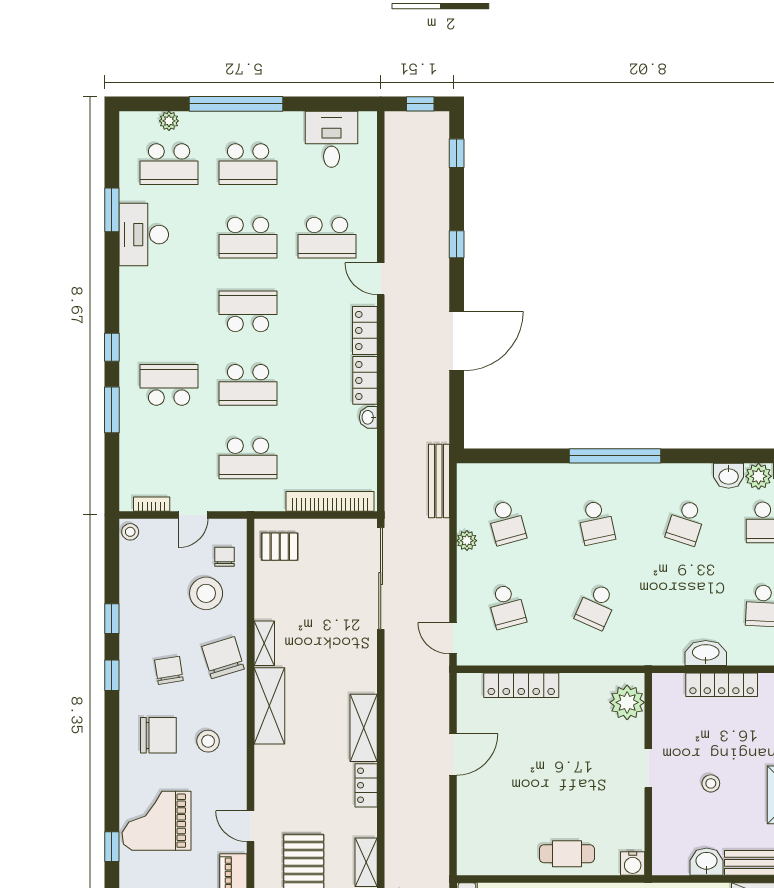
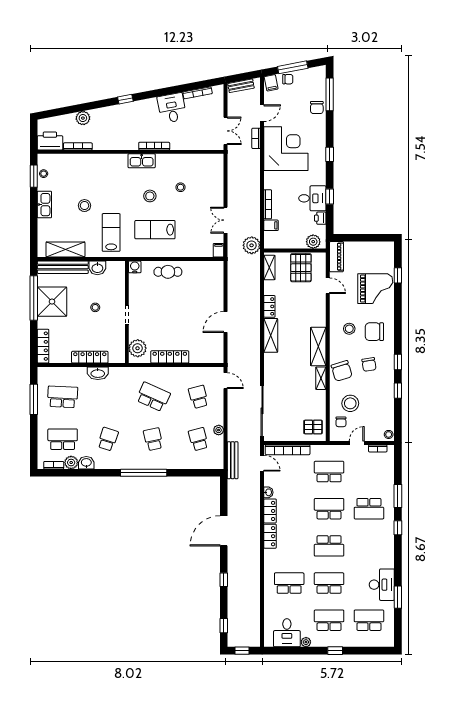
window: (236, 104) -> (335, 651), width x0.32
plant: (169, 121) -> (306, 642), moved
door: (381, 279) -> (262, 463), moved
school desk: (596, 606) -> (153, 397), width x1.85
locker: (521, 685) -> (170, 357), moved

